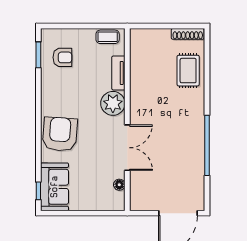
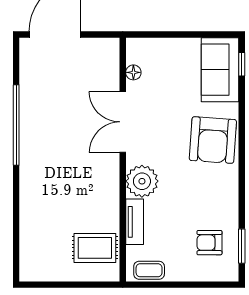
shoe rack: (188, 34) -> (42, 274), removed
rug: (188, 71) -> (95, 248), moved, turned 90

